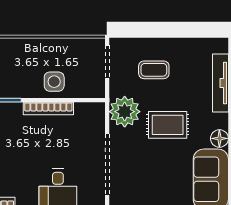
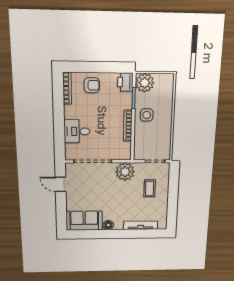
side table: (54, 82) -> (147, 115), moved
rug: (168, 125) -> (117, 196), removed

